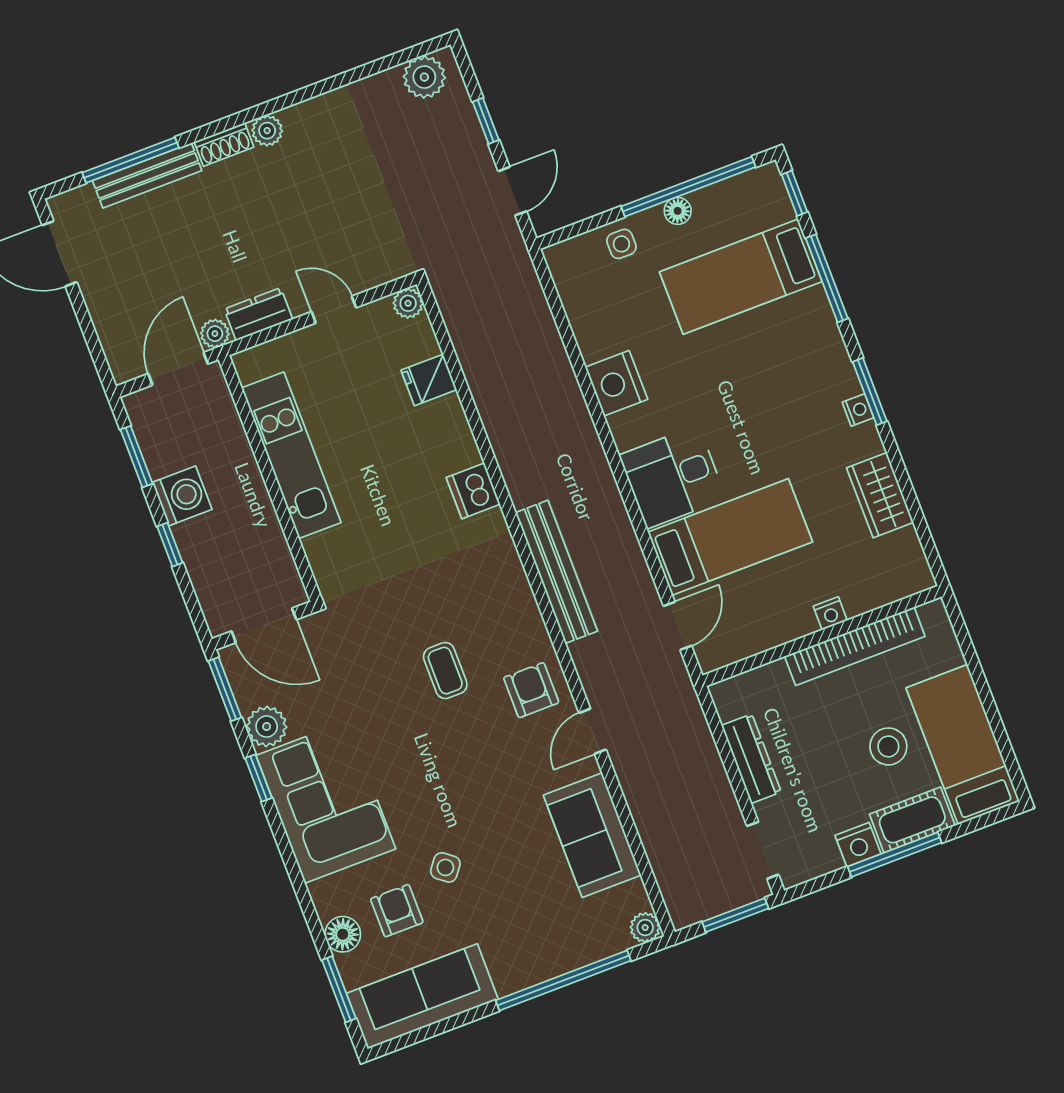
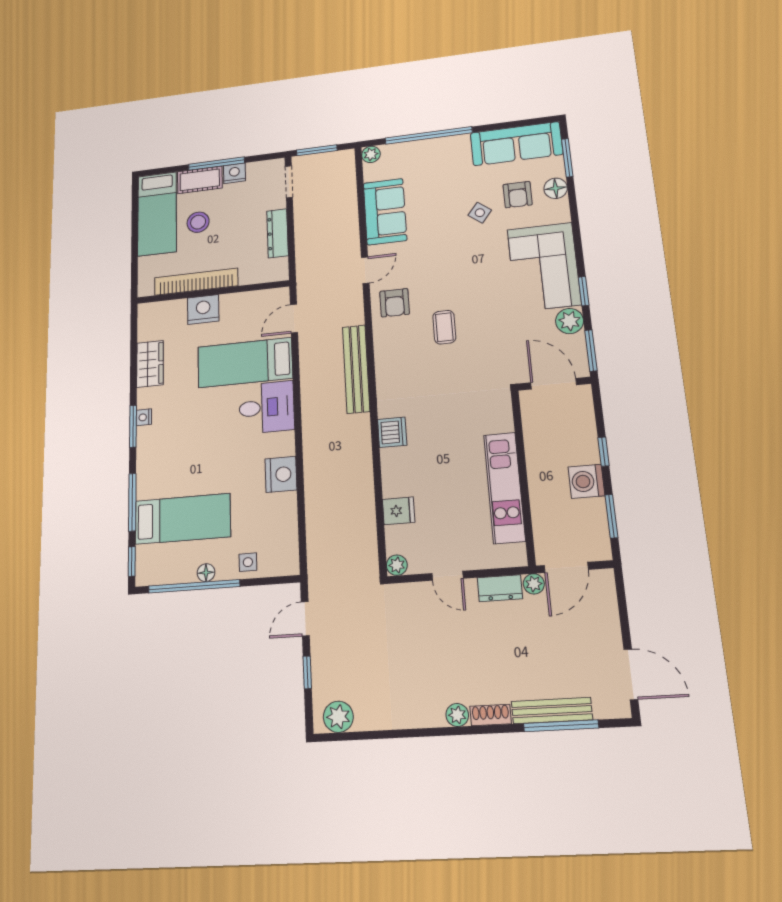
nightstand: (830, 613) -> (203, 310), width x1.89, depth x1.79

